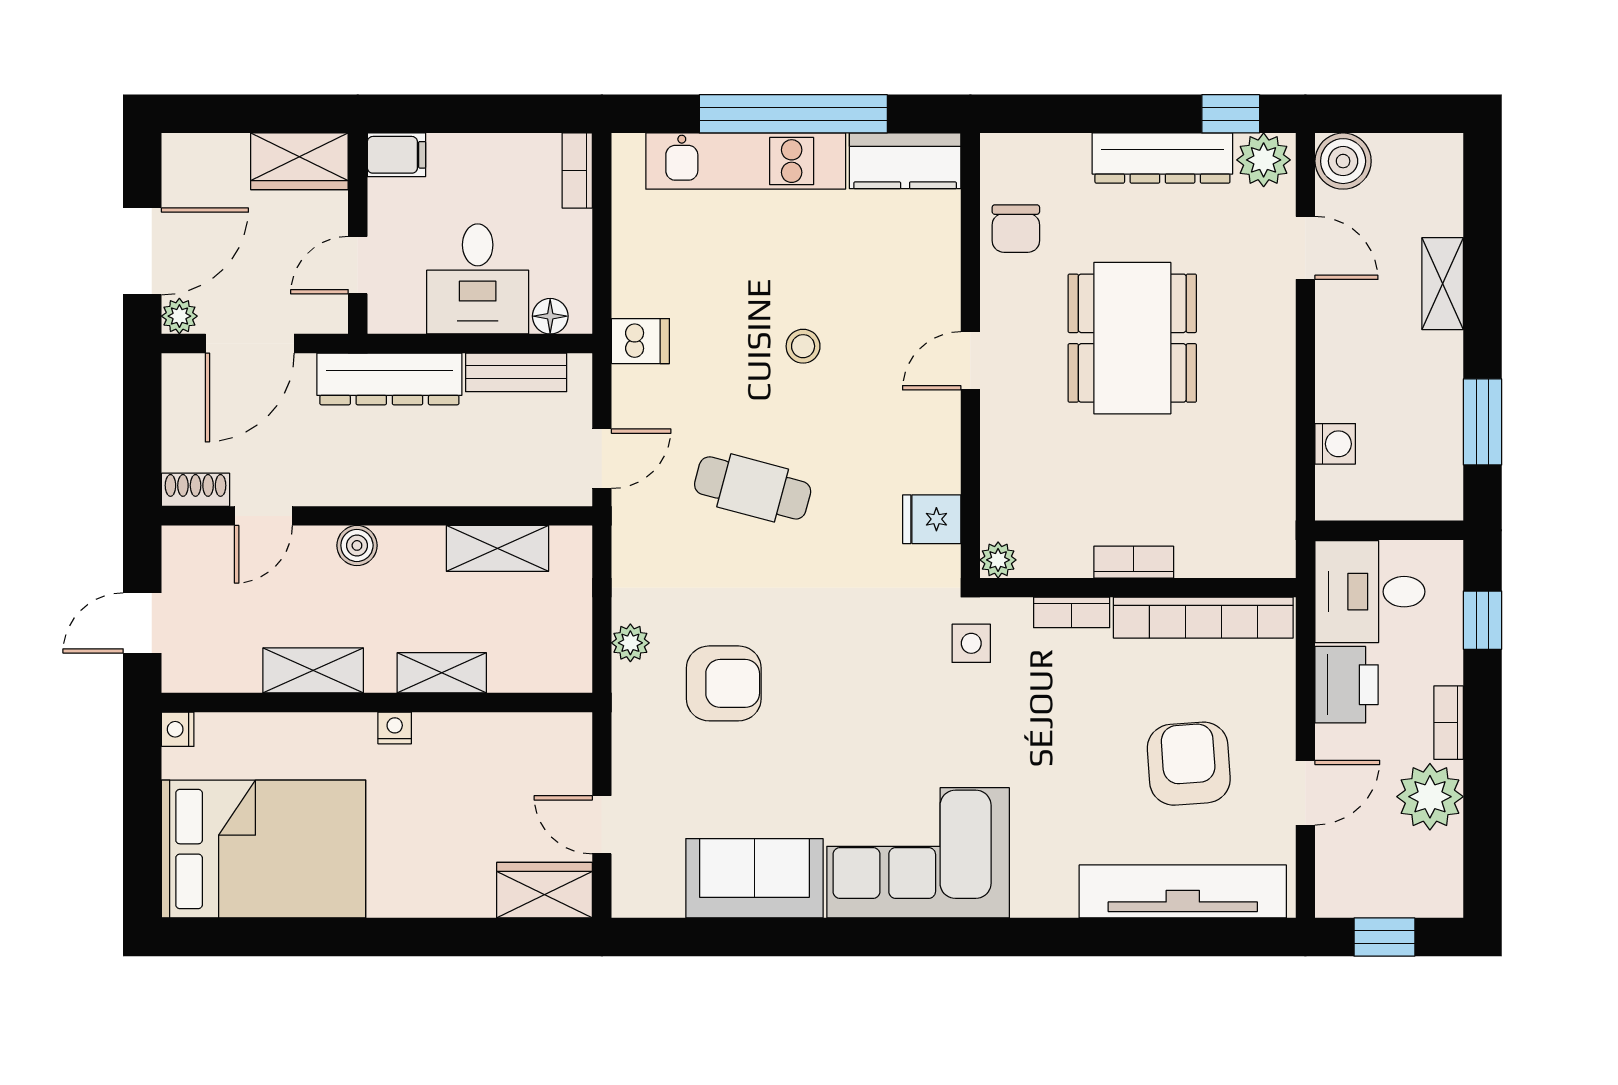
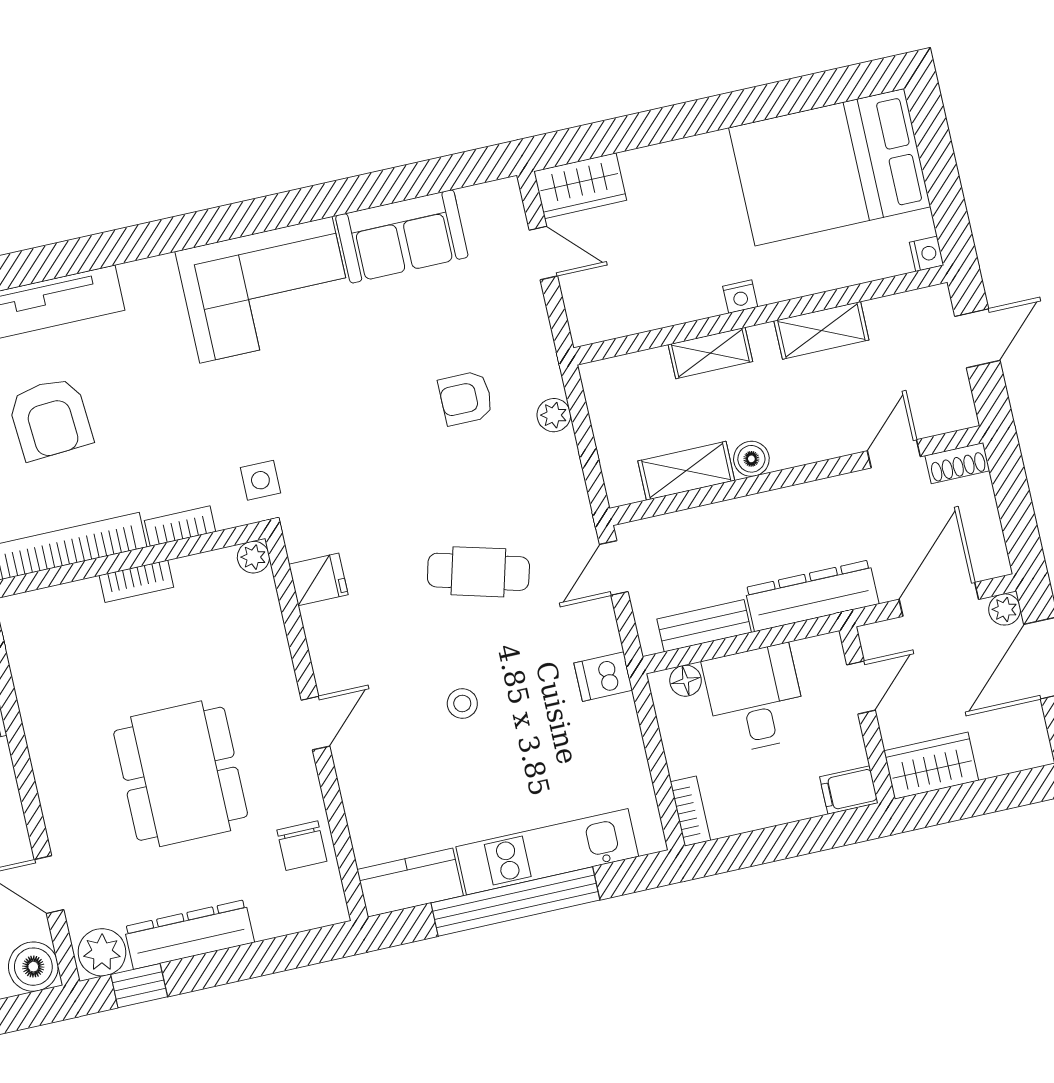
chair: (1016, 229) -> (302, 846), turned 180
boiler: (357, 545) -> (751, 459), moved
armchair: (724, 683) -> (466, 398), width x0.72, depth x0.72

